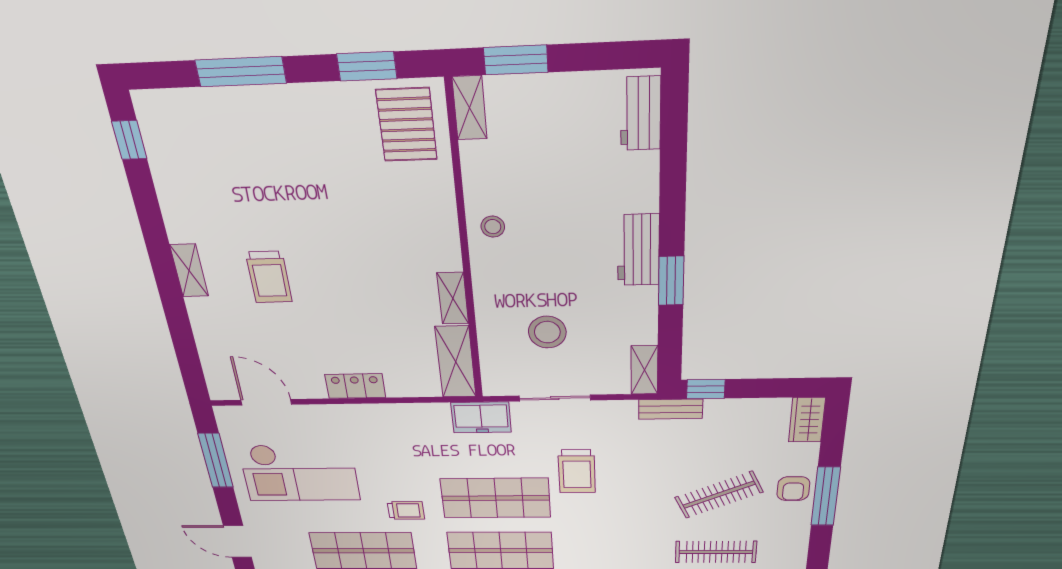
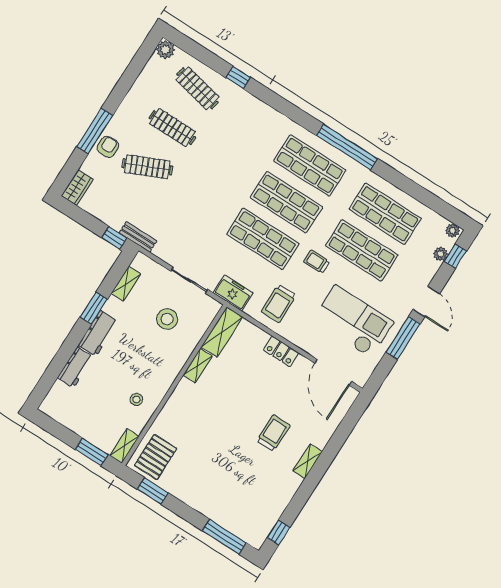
window: (241, 72) -> (224, 537), moved
workbench: (641, 114) -> (75, 367), moved
stool: (493, 227) -> (136, 399), moved
shelving: (644, 370) -> (126, 284), moved
door: (266, 402) -> (333, 372), width x1.36
window: (216, 461) -> (403, 338), moved
trolley: (577, 471) -> (279, 303), moved, turned 180

